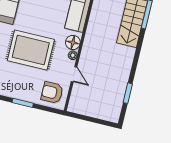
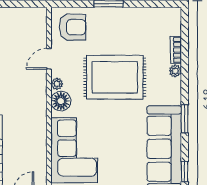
door: (74, 74) -> (49, 59), hinge flipped

